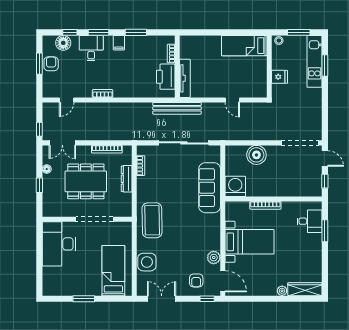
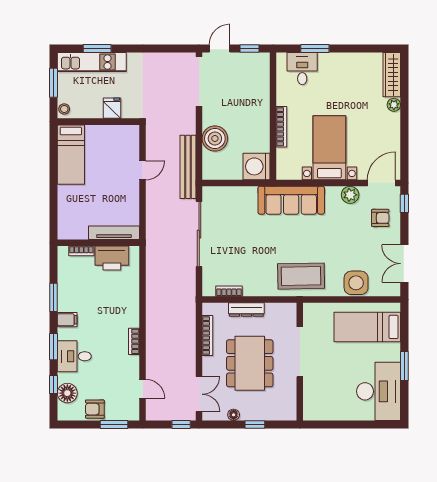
window: (39, 64) -> (114, 425), moved
bench: (177, 108) -> (188, 167), moved
sofa: (210, 188) -> (291, 200), moved
desk: (59, 244) -> (379, 391), moved, turned -90

